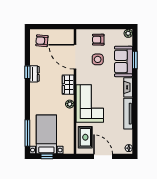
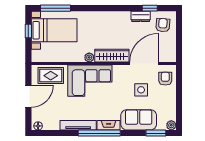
armchair: (98, 40) -> (165, 79), moved
window: (135, 60) -> (156, 133), moved
window: (27, 72) -> (150, 8), moved
dresser: (34, 74) -> (141, 16), moved
wardrobe: (68, 85) -> (112, 56), width x1.50
window: (135, 95) -> (99, 133), added

